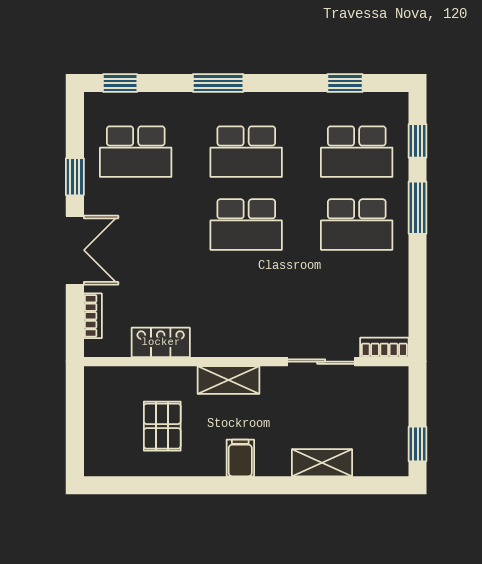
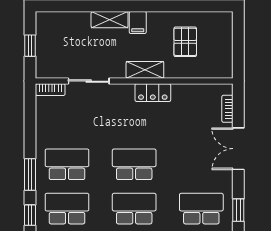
window: (75, 177) -> (238, 210), moved
locker: (161, 342) -> (153, 93), moved
window: (418, 444) -> (30, 46), moved
shelving: (322, 463) -> (110, 20), moved

